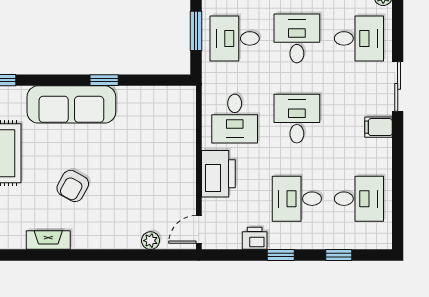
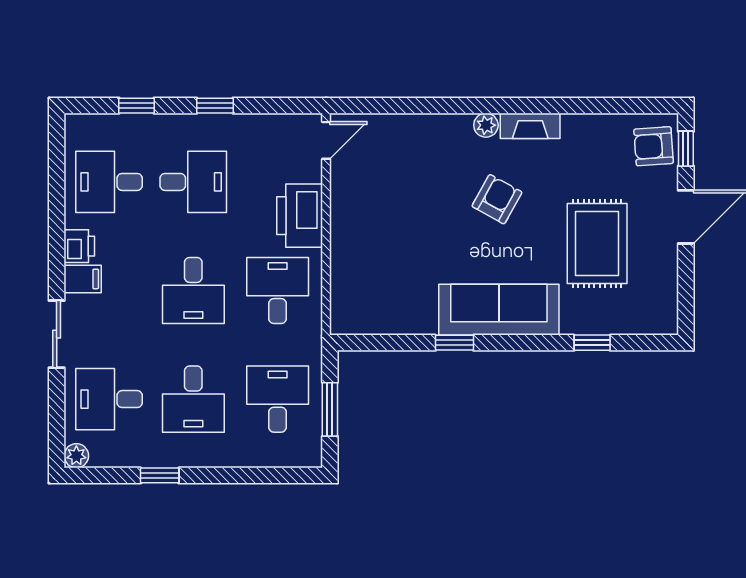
desk: (235, 38) -> (278, 399), turned -90
printer: (255, 238) -> (79, 246), moved, turned -90
plant: (151, 241) -> (486, 125), moved

